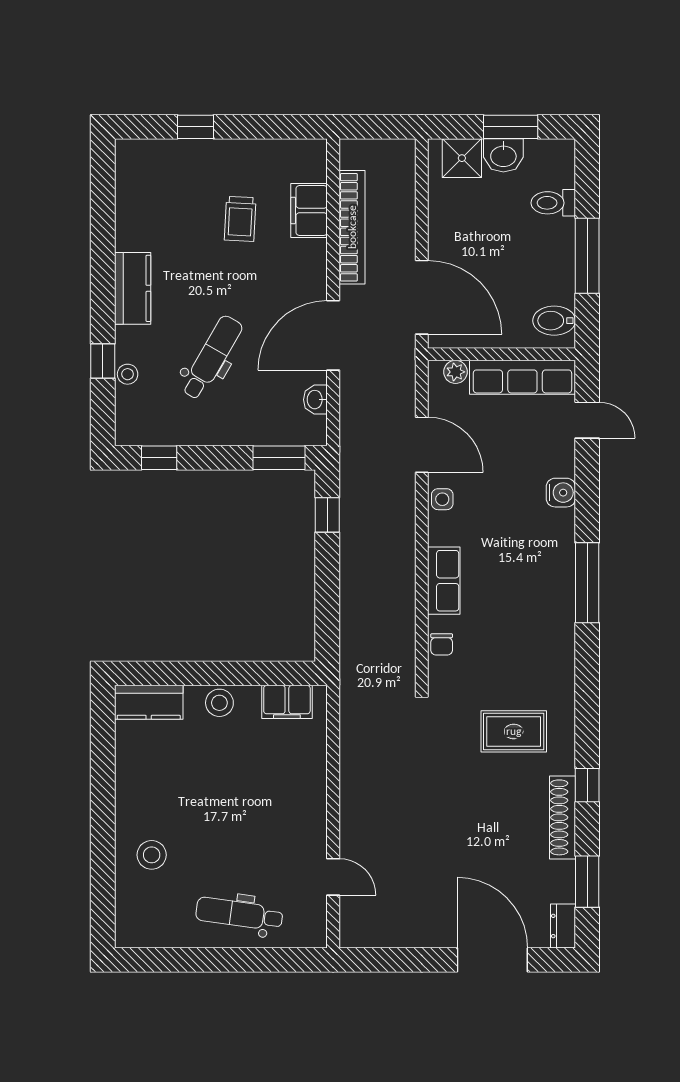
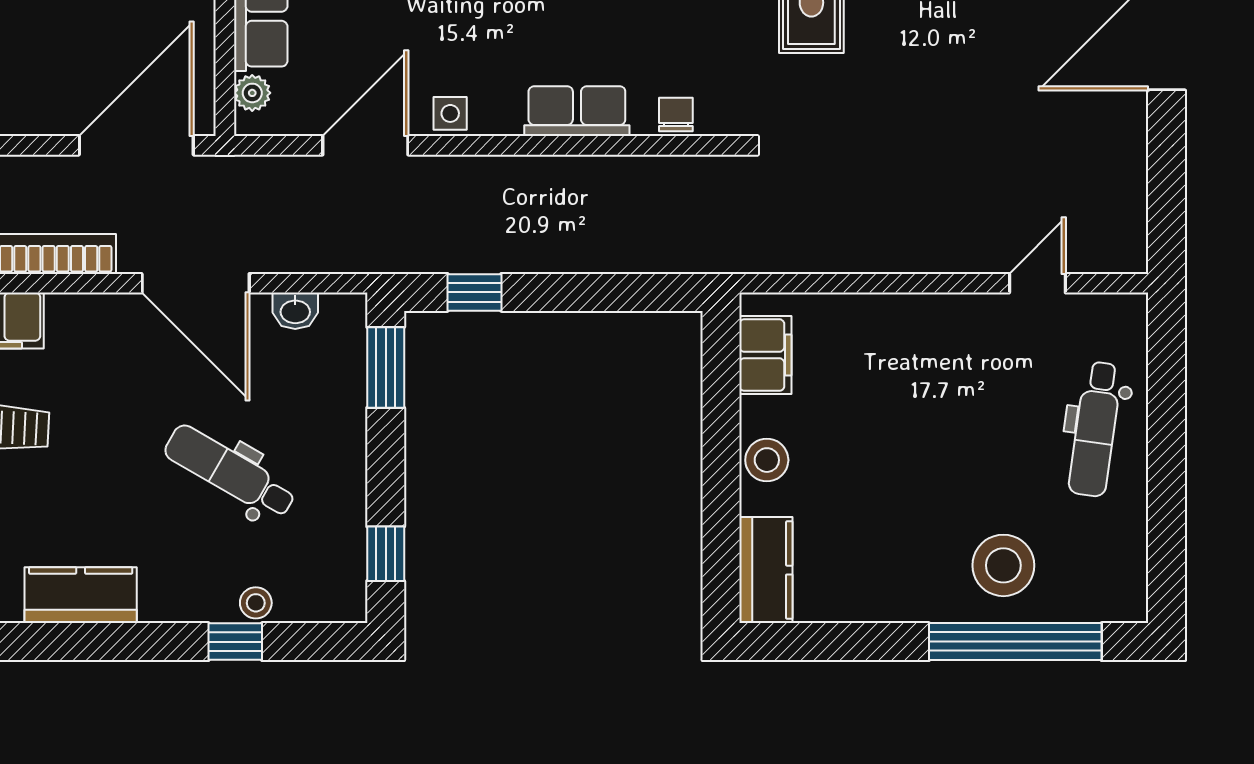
kitchen counter: (133, 288) -> (81, 595), moved
chair: (442, 644) -> (676, 114), turned -90
stool: (152, 855) -> (1003, 565), width x1.38, depth x1.38
window: (103, 863) -> (1015, 642), added

